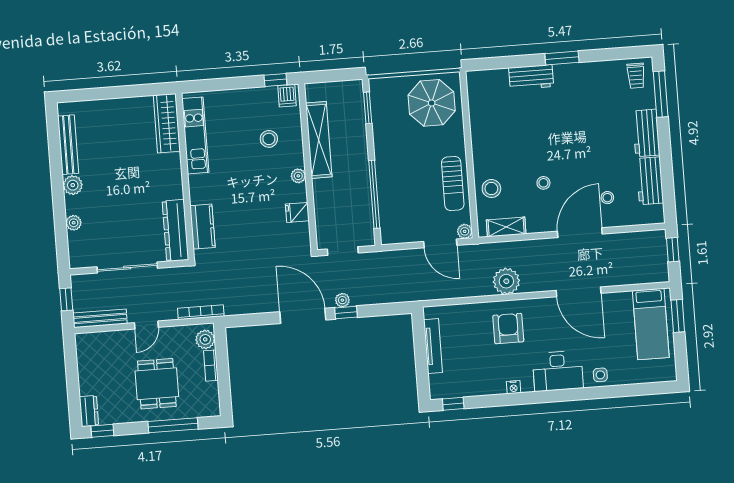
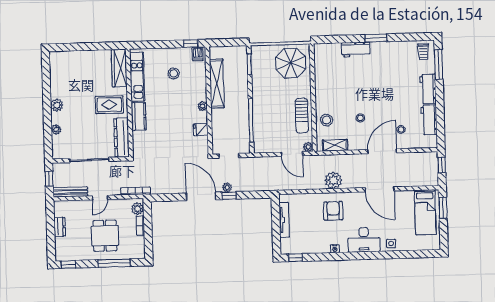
stool: (269, 139) -> (174, 73), moved
bench: (68, 145) -> (55, 79), removed
rug: (154, 181) -> (109, 105), added
kitchen counter: (202, 227) -> (139, 116), moved
dresser: (89, 411) -> (60, 227), moved

